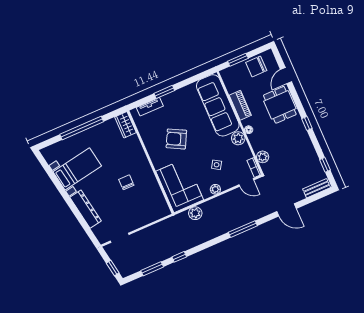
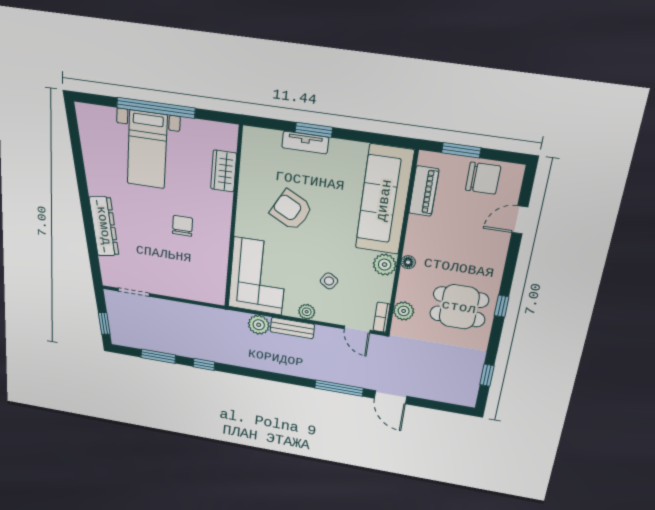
chair: (256, 66) -> (483, 178), turned 180
piano: (240, 105) -> (424, 191), moved
dining table: (280, 105) -> (459, 307), moved, turned 90
tv unit: (150, 107) -> (305, 142), moved
wardrobe: (125, 125) -> (224, 171), moved
bed with nightstands: (77, 169) -> (147, 150), moved, turned 100
bench: (317, 188) -> (292, 328), moved
window: (243, 229) -> (339, 388), moved

